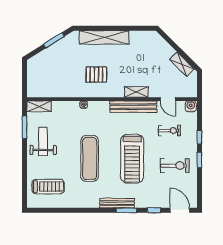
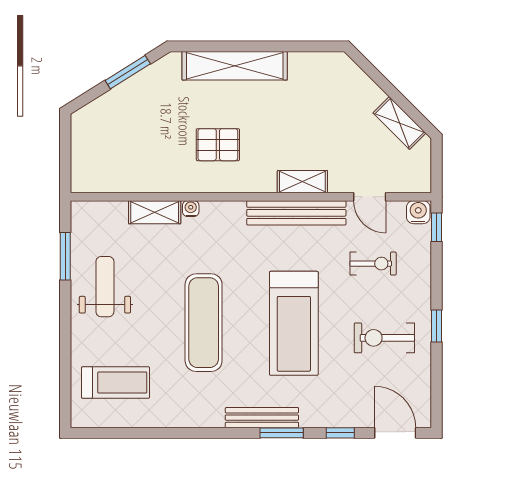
shelving: (39, 106) -> (155, 212), moved
window: (199, 137) -> (437, 227), moved
exercise bike: (175, 166) -> (384, 338), turned 180

